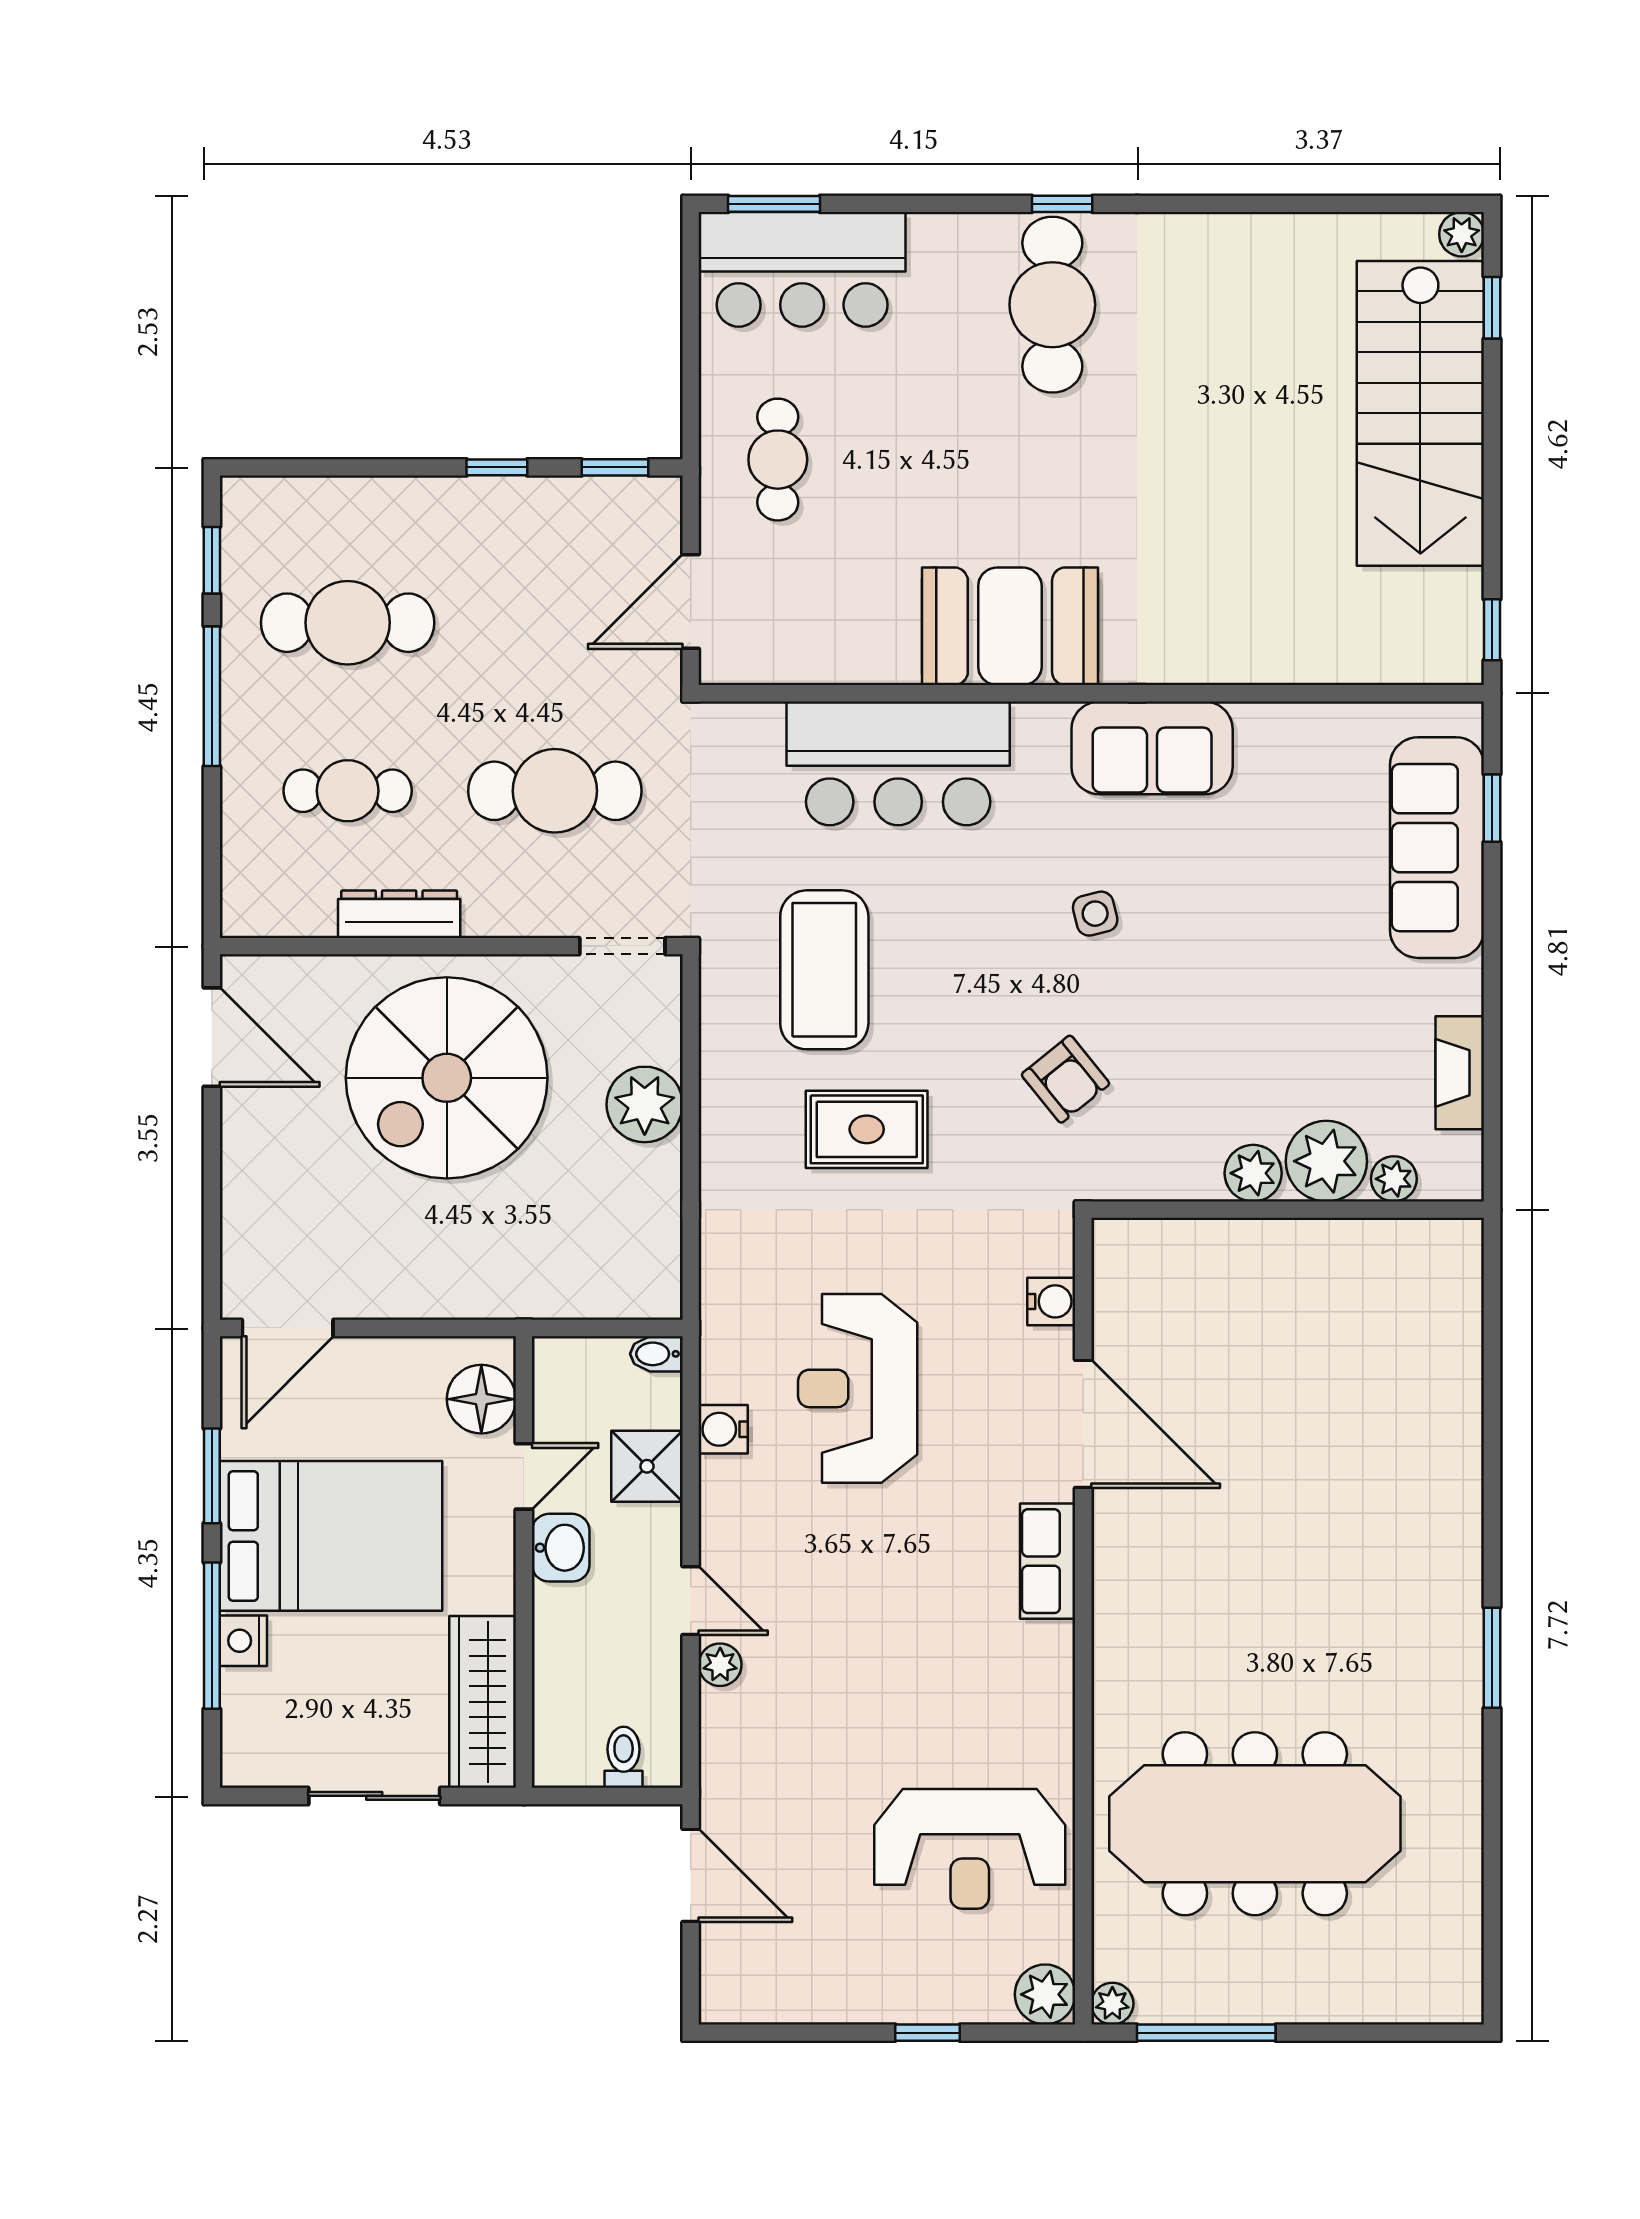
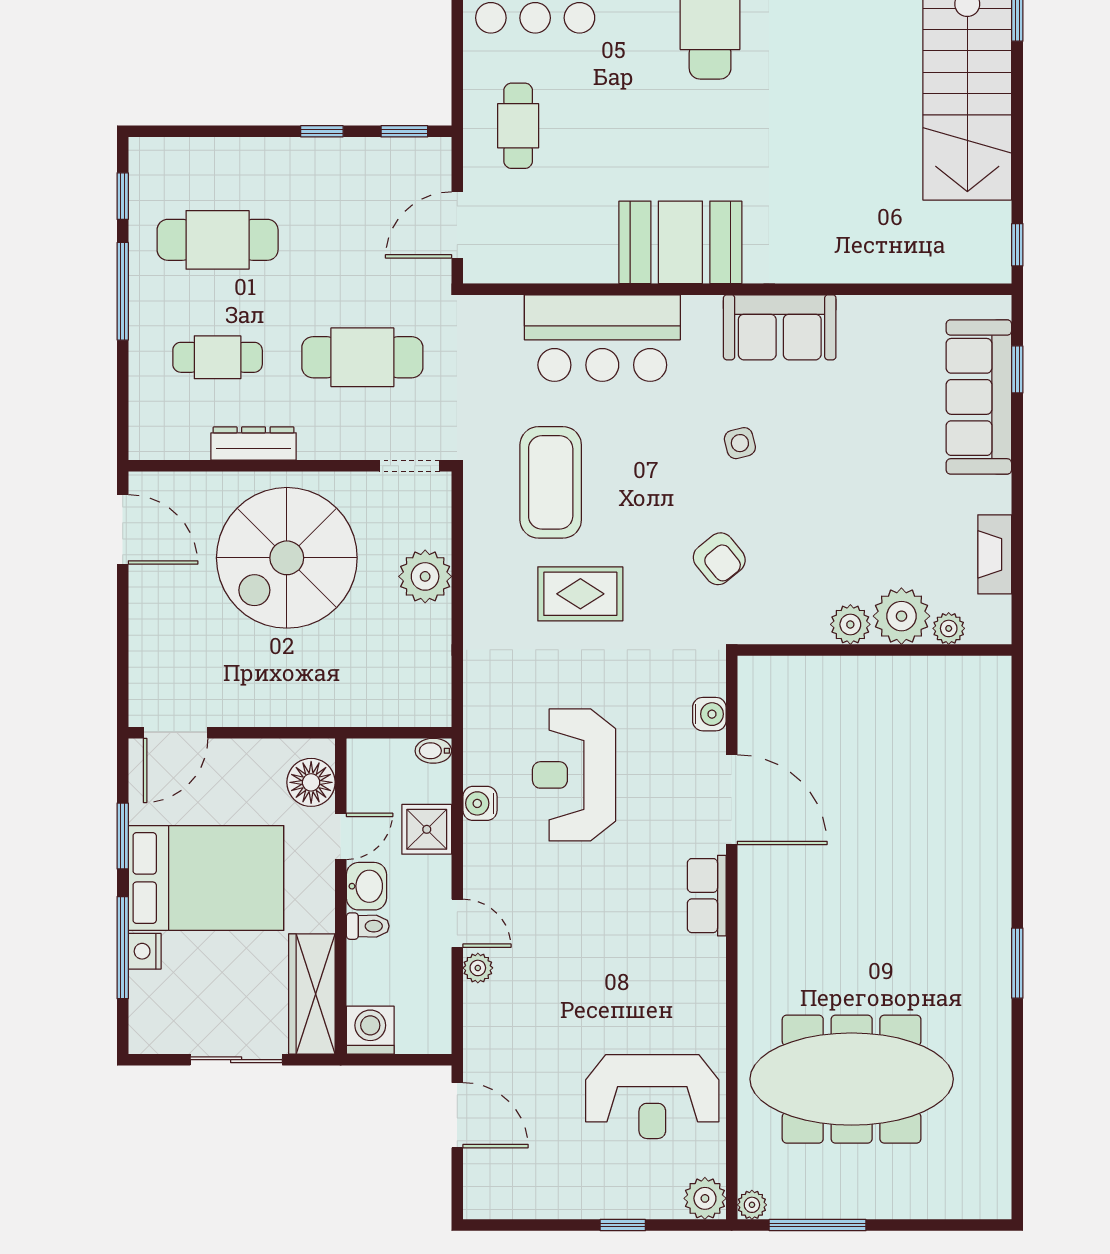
washing machine: (566, 1754) -> (370, 1030), added
toilet: (624, 1757) -> (368, 926), moved, turned 90

